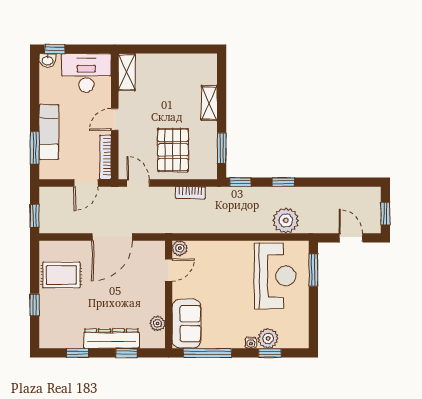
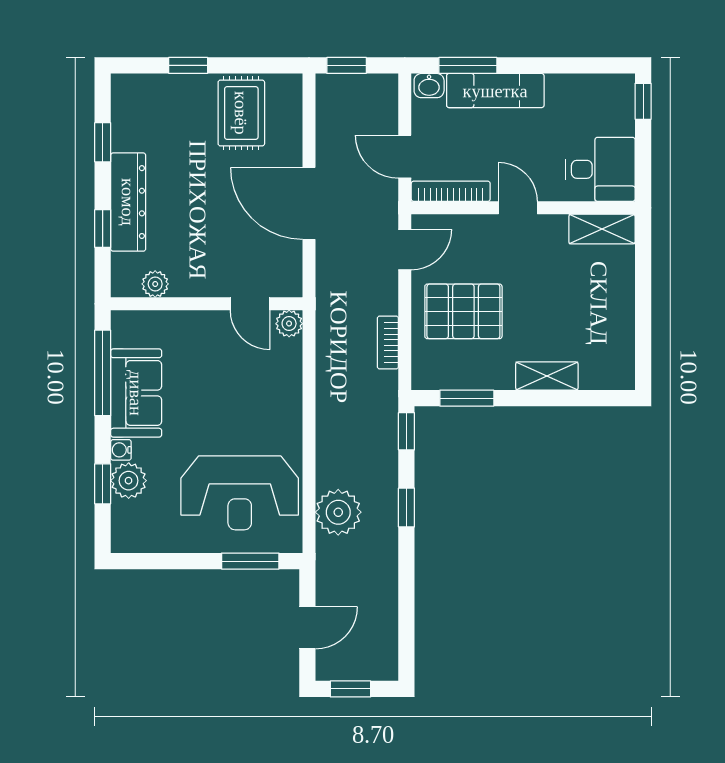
washbasin: (48, 60) -> (429, 86), moved, turned -90
desk: (86, 73) -> (600, 169), width x0.73
sofa: (187, 324) -> (136, 393), moved, turned -90

